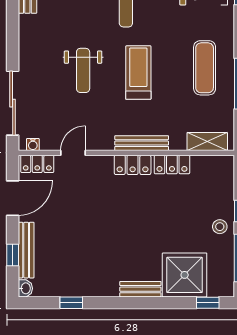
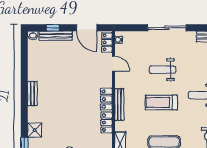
treadmill: (138, 73) -> (161, 103), turned 180
sliding door: (13, 103) -> (167, 28), moved
shower: (185, 275) -> (35, 130), width x0.54, depth x0.54
bench: (140, 289) -> (32, 94), moved
window: (71, 303) -> (24, 63), removed

